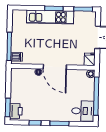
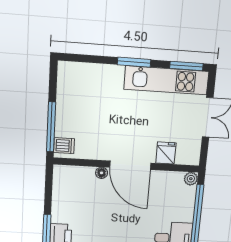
kitchen unit: (50, 17) -> (167, 80), moved
fridge: (90, 59) -> (166, 153), moved

